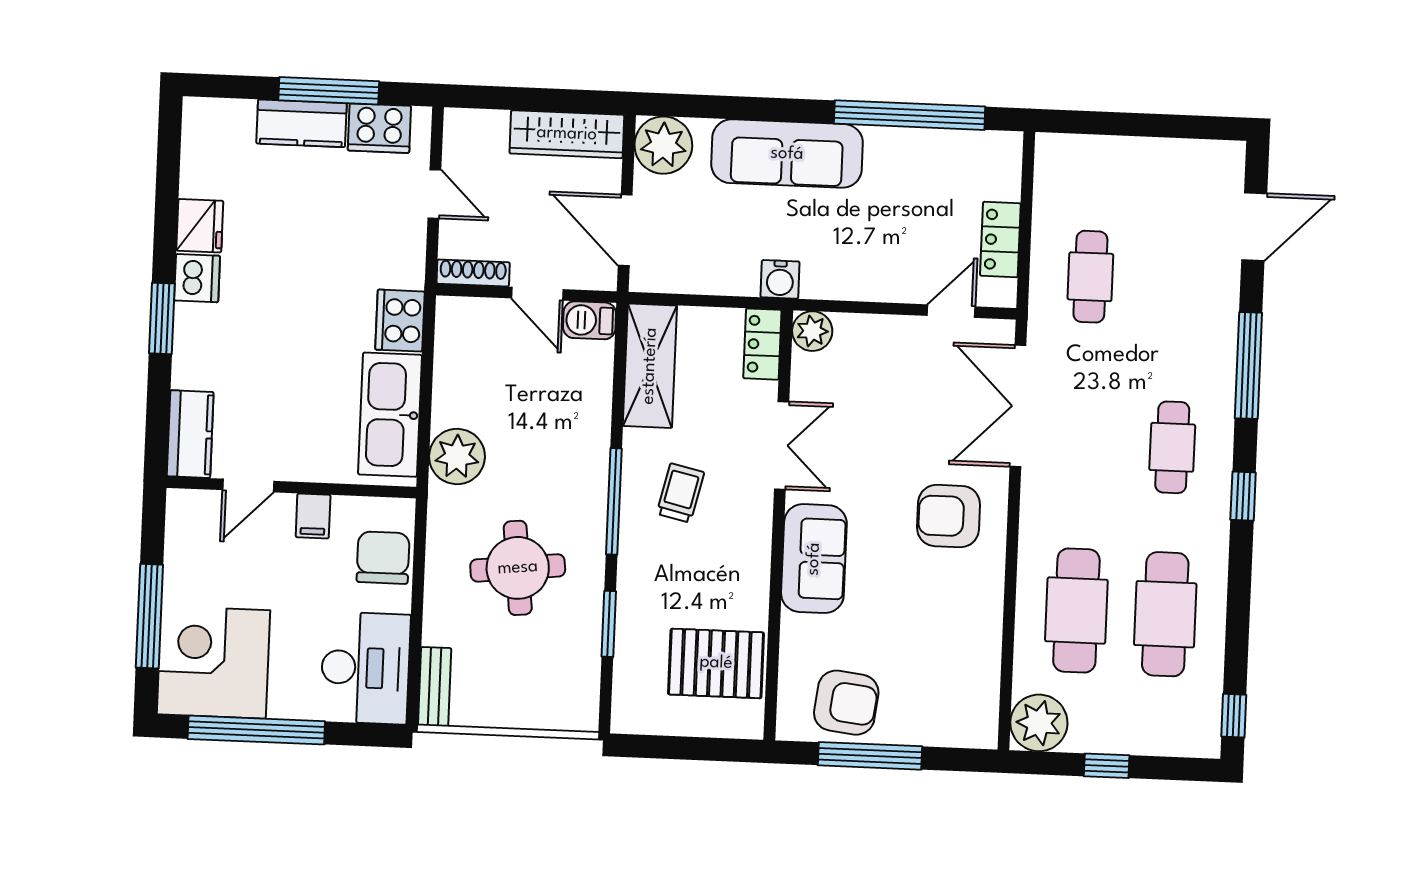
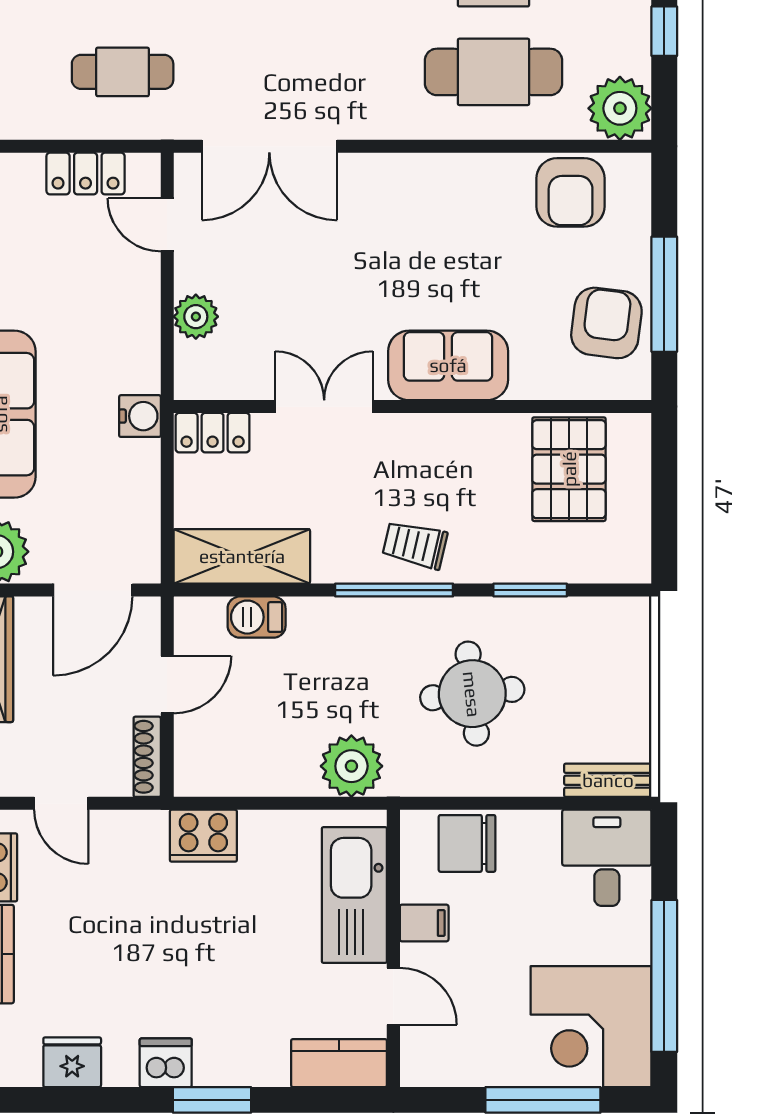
door: (434, 194) -> (61, 803), swing flipped
fridge: (200, 226) -> (72, 1062), moved
barbecue: (590, 320) -> (257, 617), moved, turned 90
plant: (812, 331) -> (196, 317), moved
kitchen sink: (390, 415) -> (354, 895), moved, turned 90
trolley: (680, 493) -> (415, 545), moved
armchair: (948, 516) -> (571, 192), moved
desk: (365, 668) -> (607, 858), width x0.73

